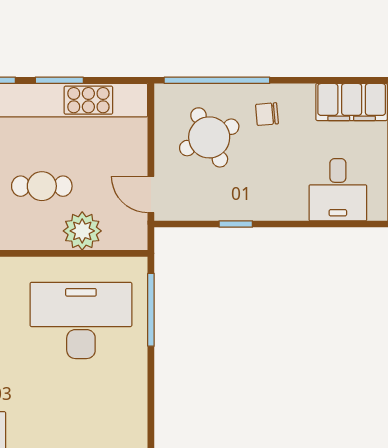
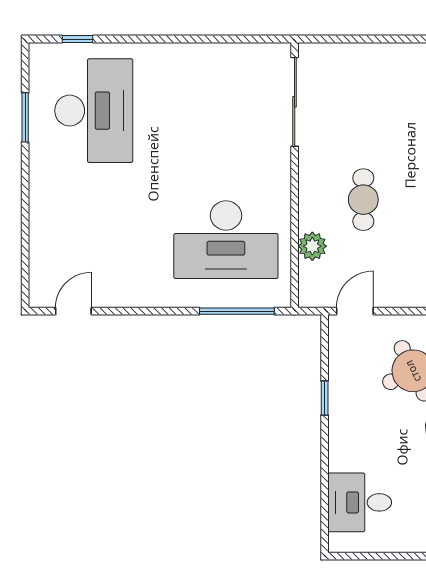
plant: (82, 231) -> (312, 246), width x0.73, depth x0.73
desk: (81, 320) -> (226, 240), turned 90

